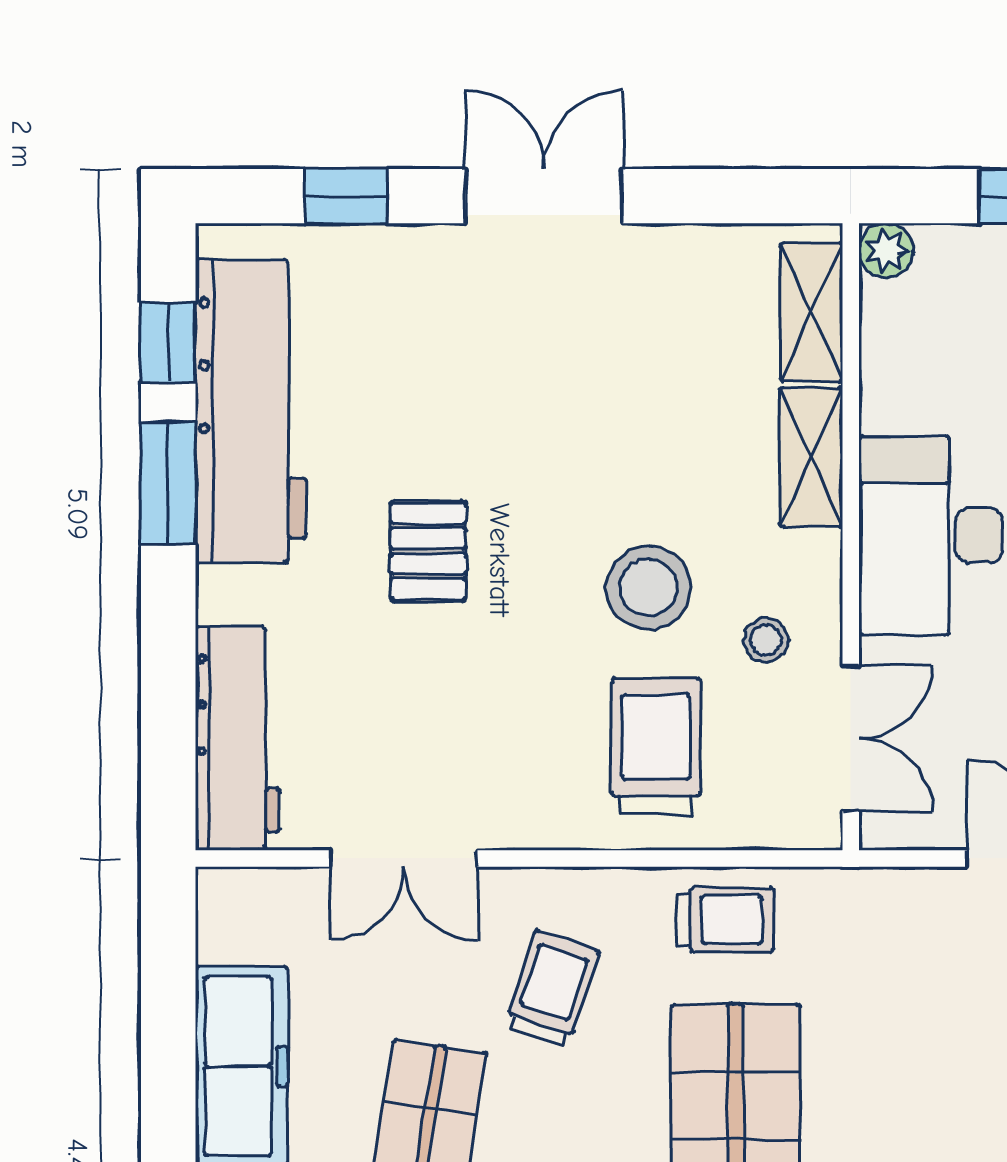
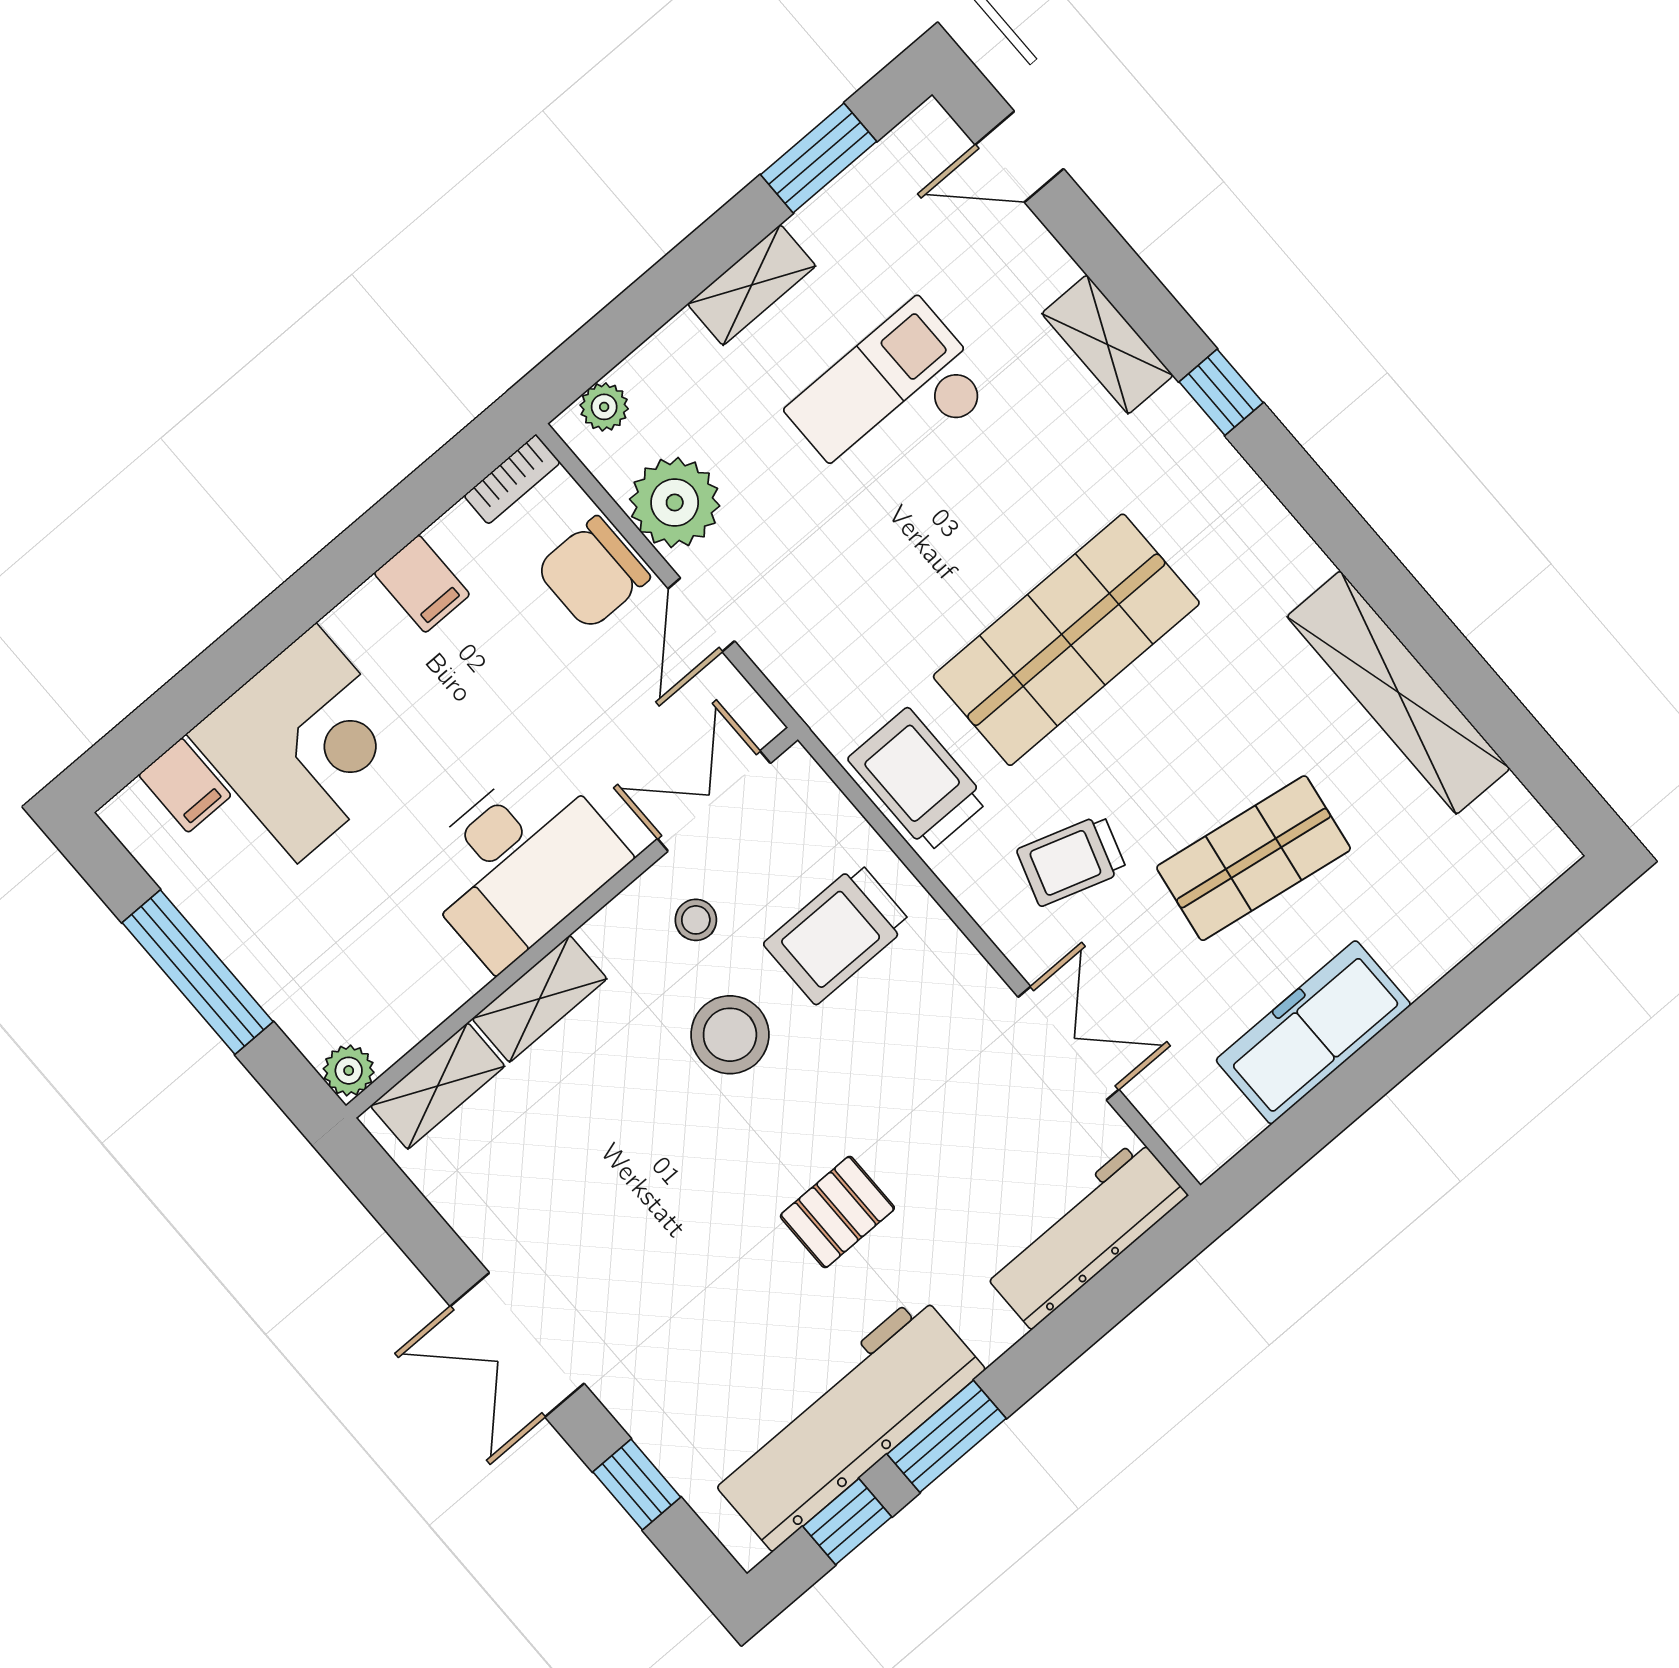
trolley: (725, 920) -> (918, 780), width x1.36, depth x1.39

